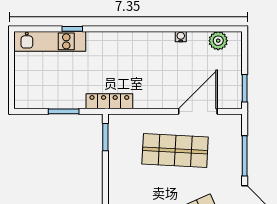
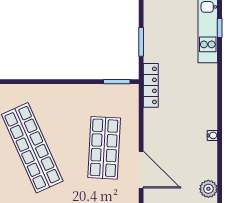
window: (72, 29) -> (220, 28), moved
water cooler: (181, 37) -> (212, 135), moved

